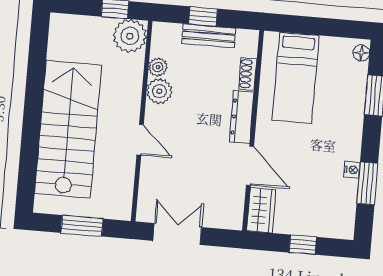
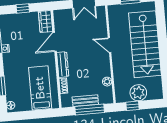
window: (203, 16) -> (90, 110), width x2.17
plant: (130, 36) -> (138, 93), moved
plant: (159, 91) -> (104, 70), removed
door: (250, 166) -> (55, 42), hinge flipped

